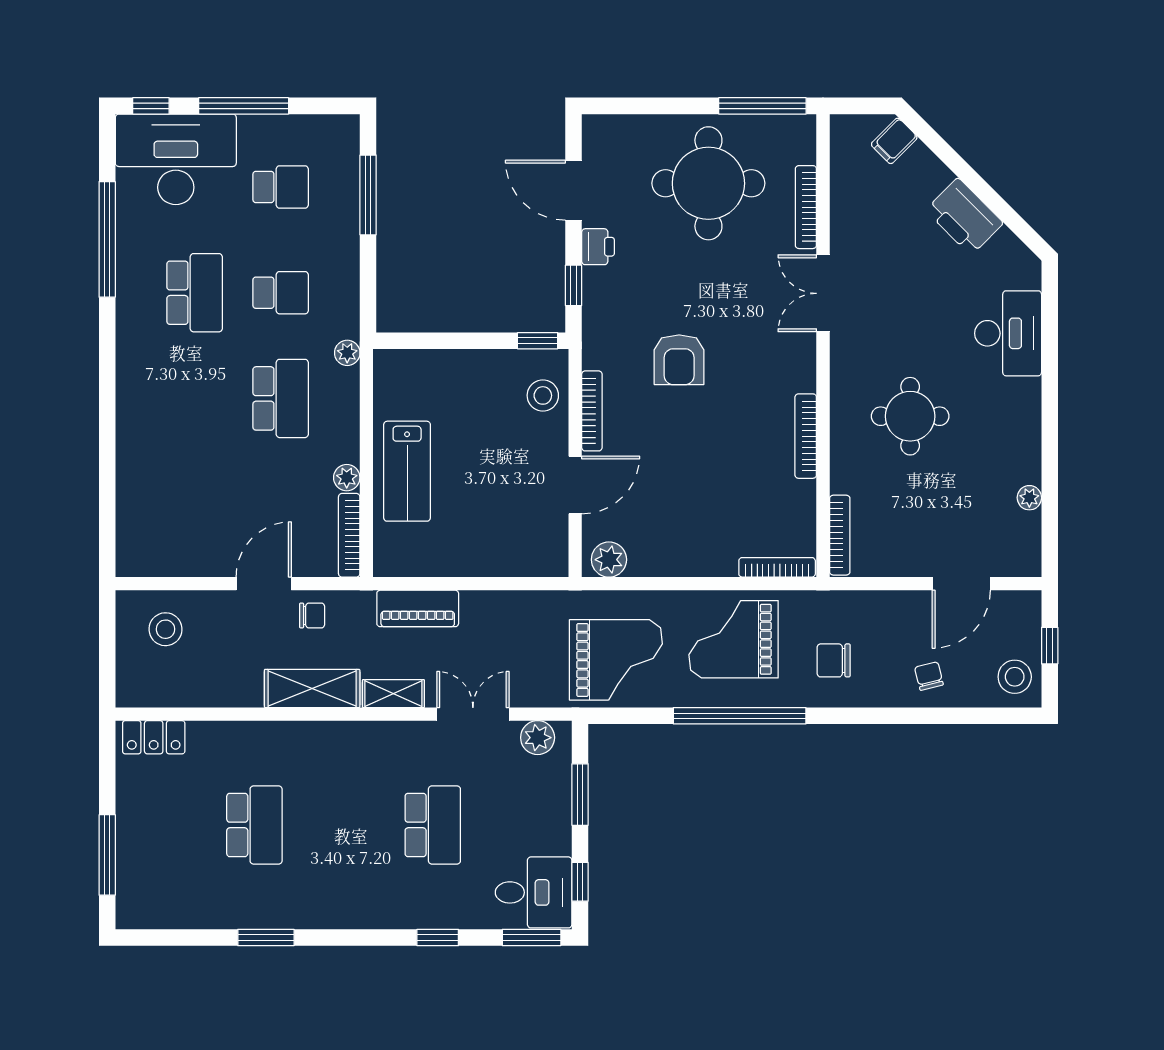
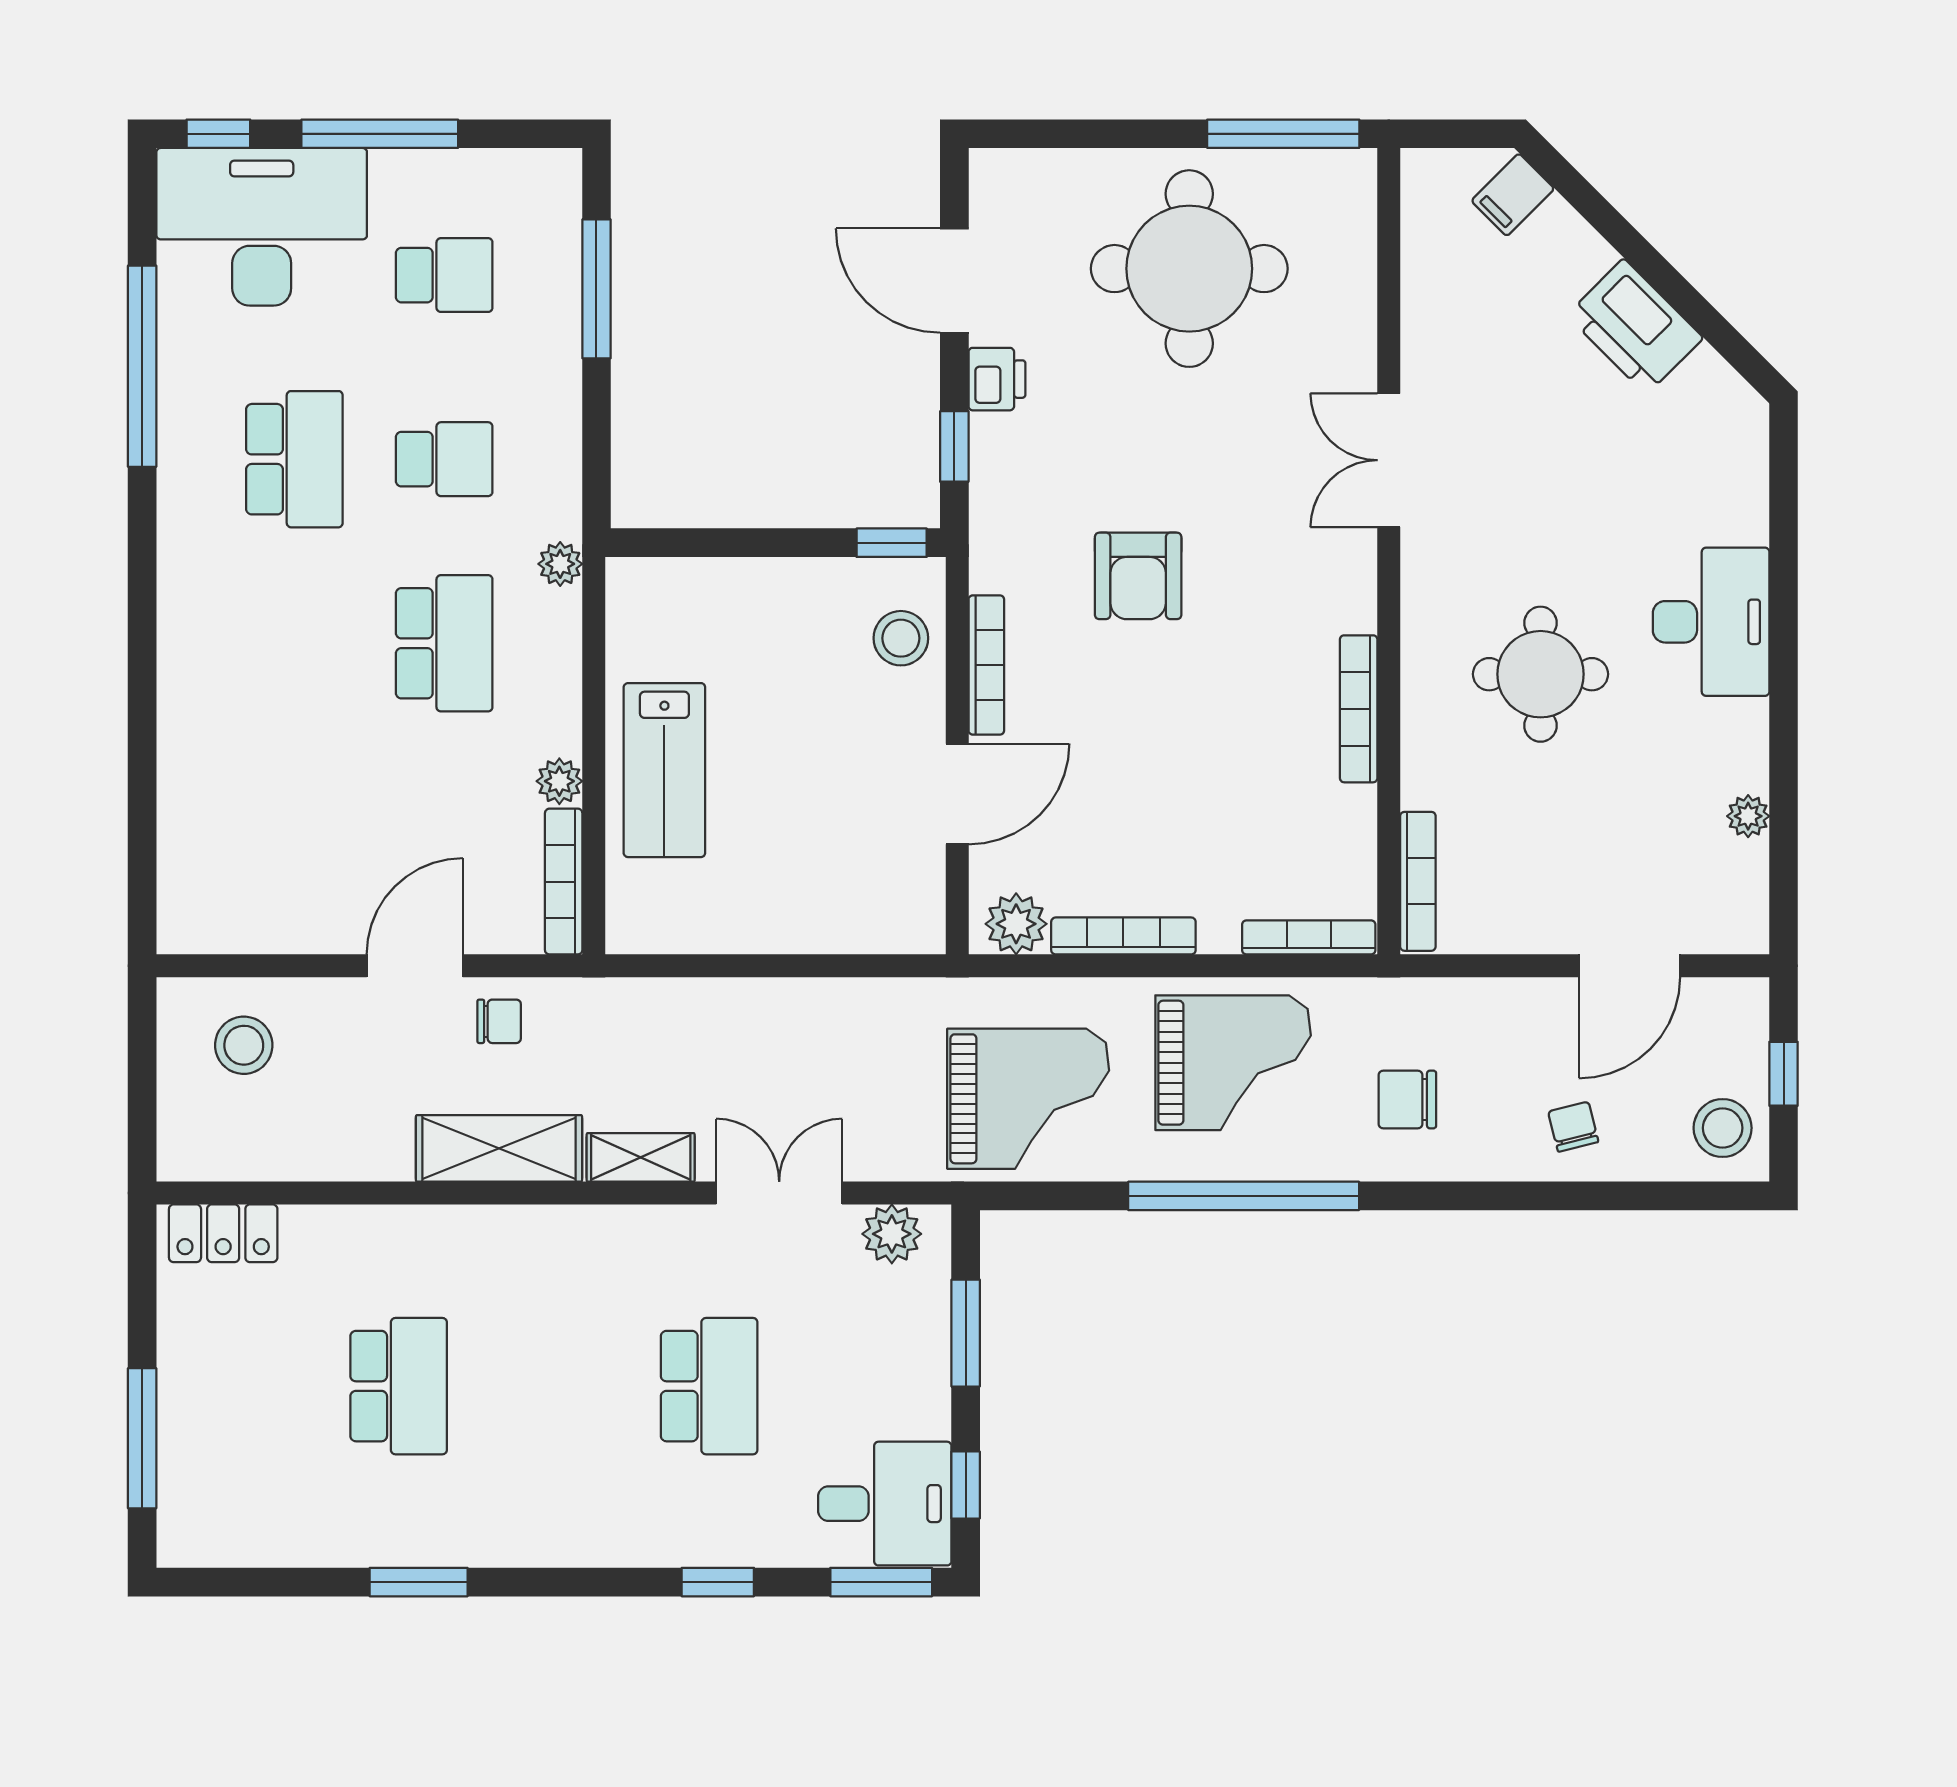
bookcase: (806, 207) -> (1123, 936), moved, turned 90
desk: (1008, 333) -> (1711, 622), moved
piano: (418, 608) -> (683, 1009), removed
grand piano: (734, 639) -> (1233, 1063), turned 180

